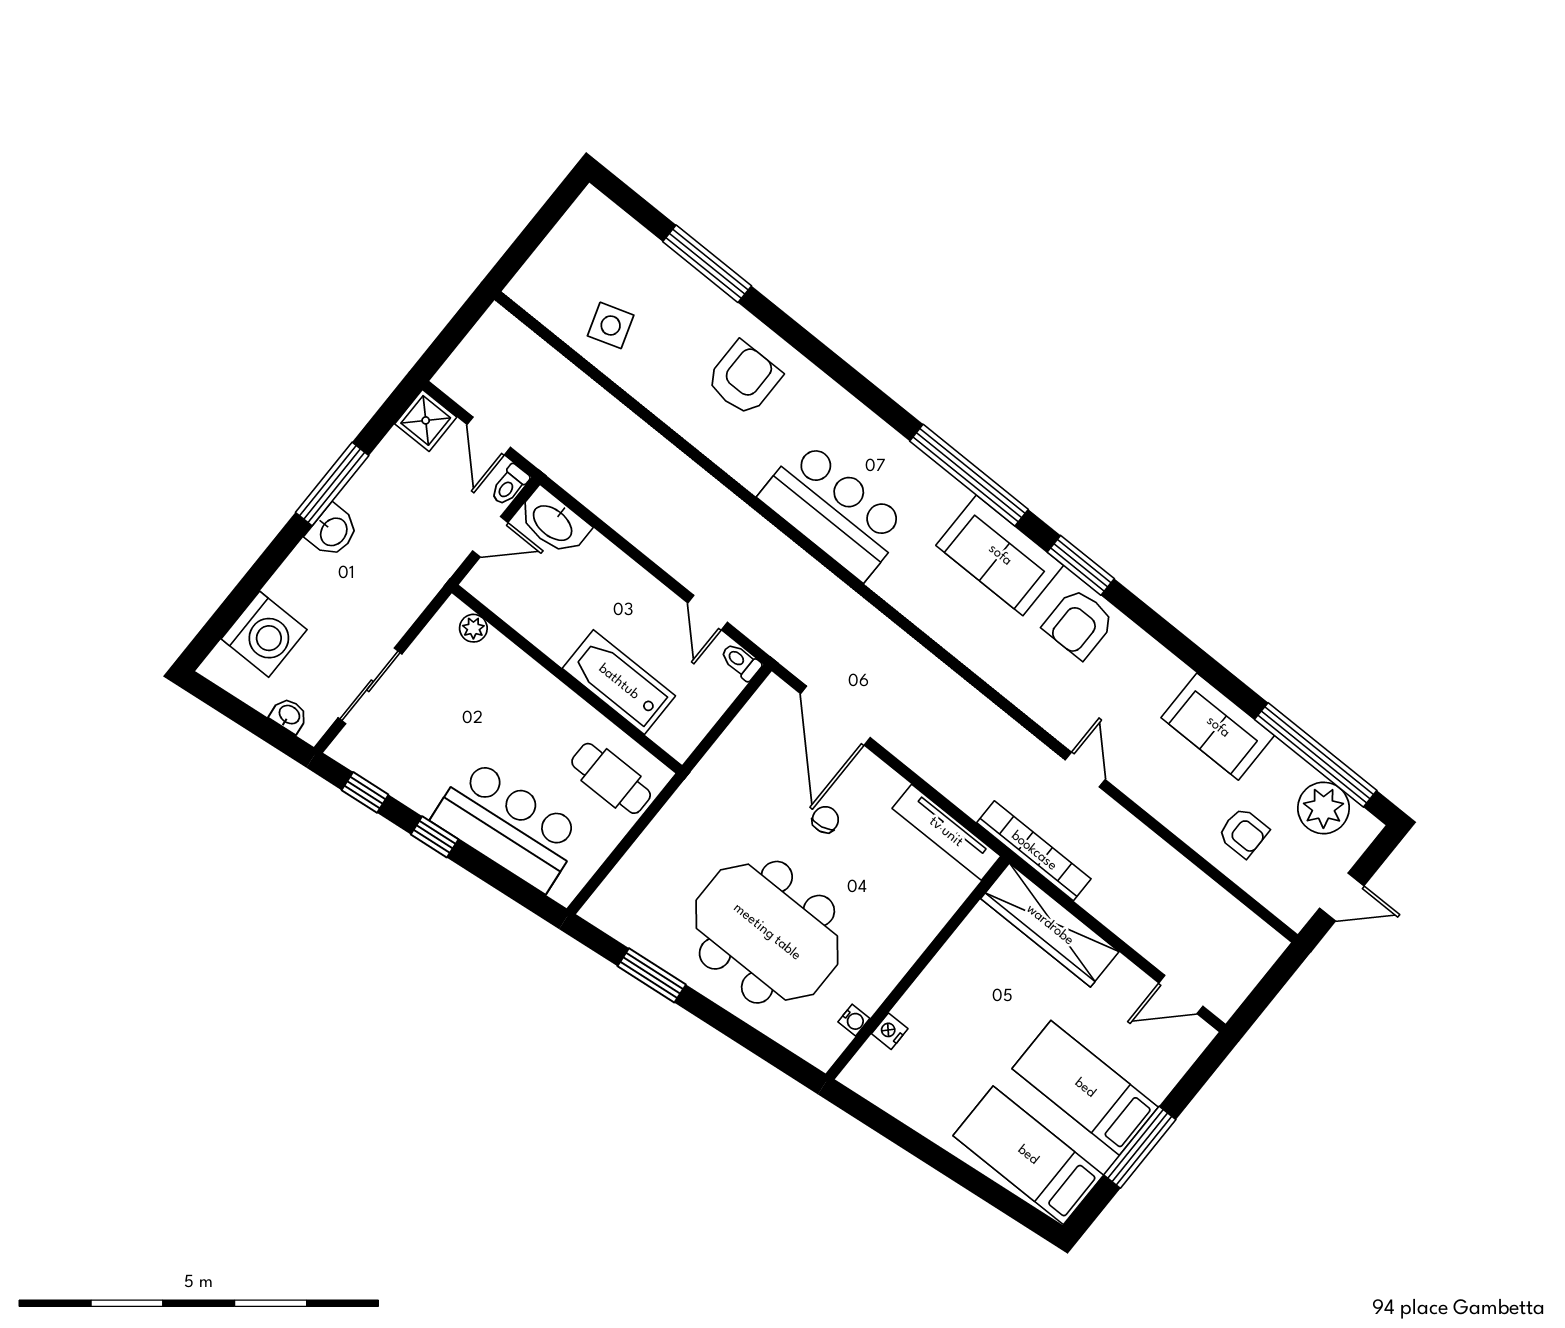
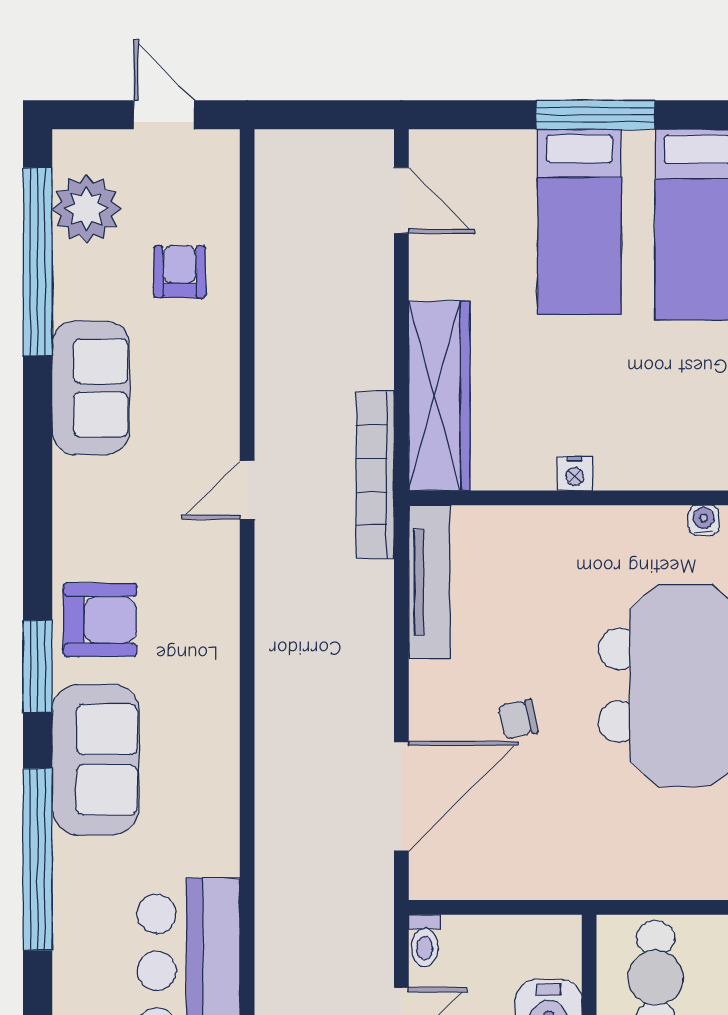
nightstand: (890, 1031) -> (575, 474), moved

